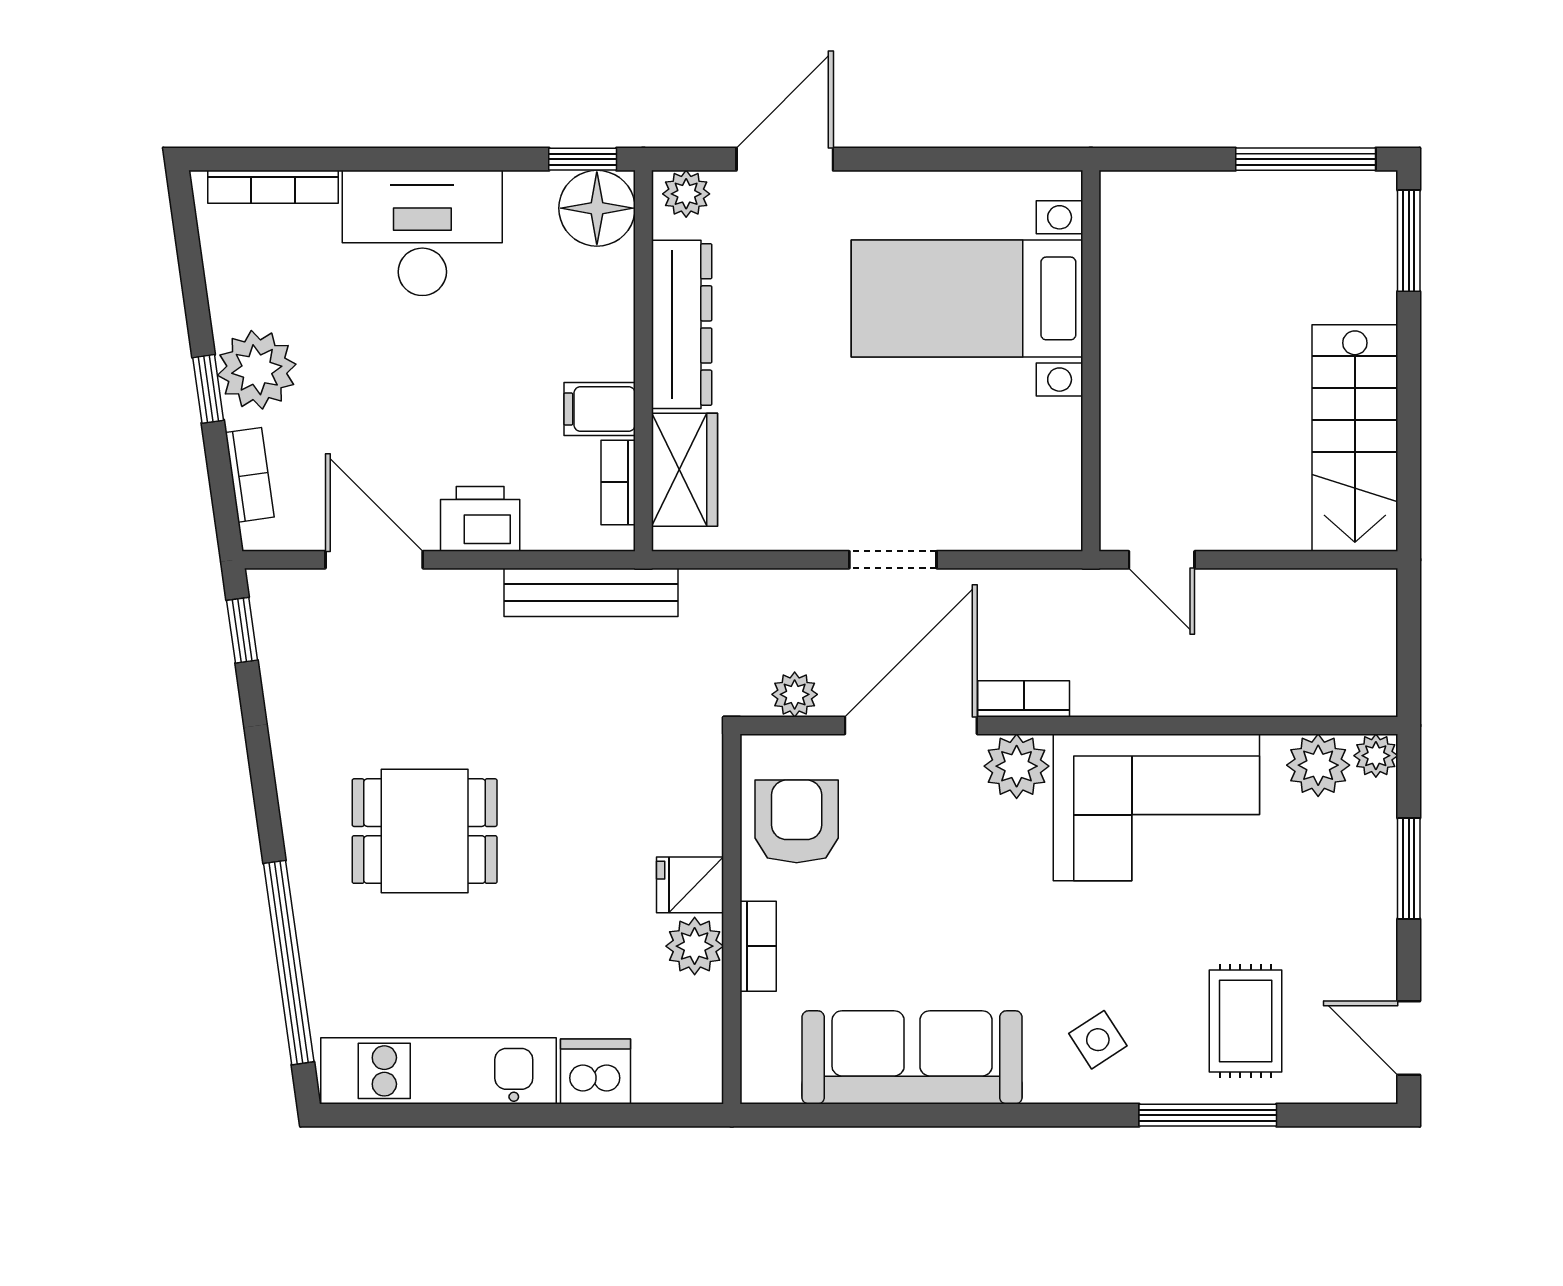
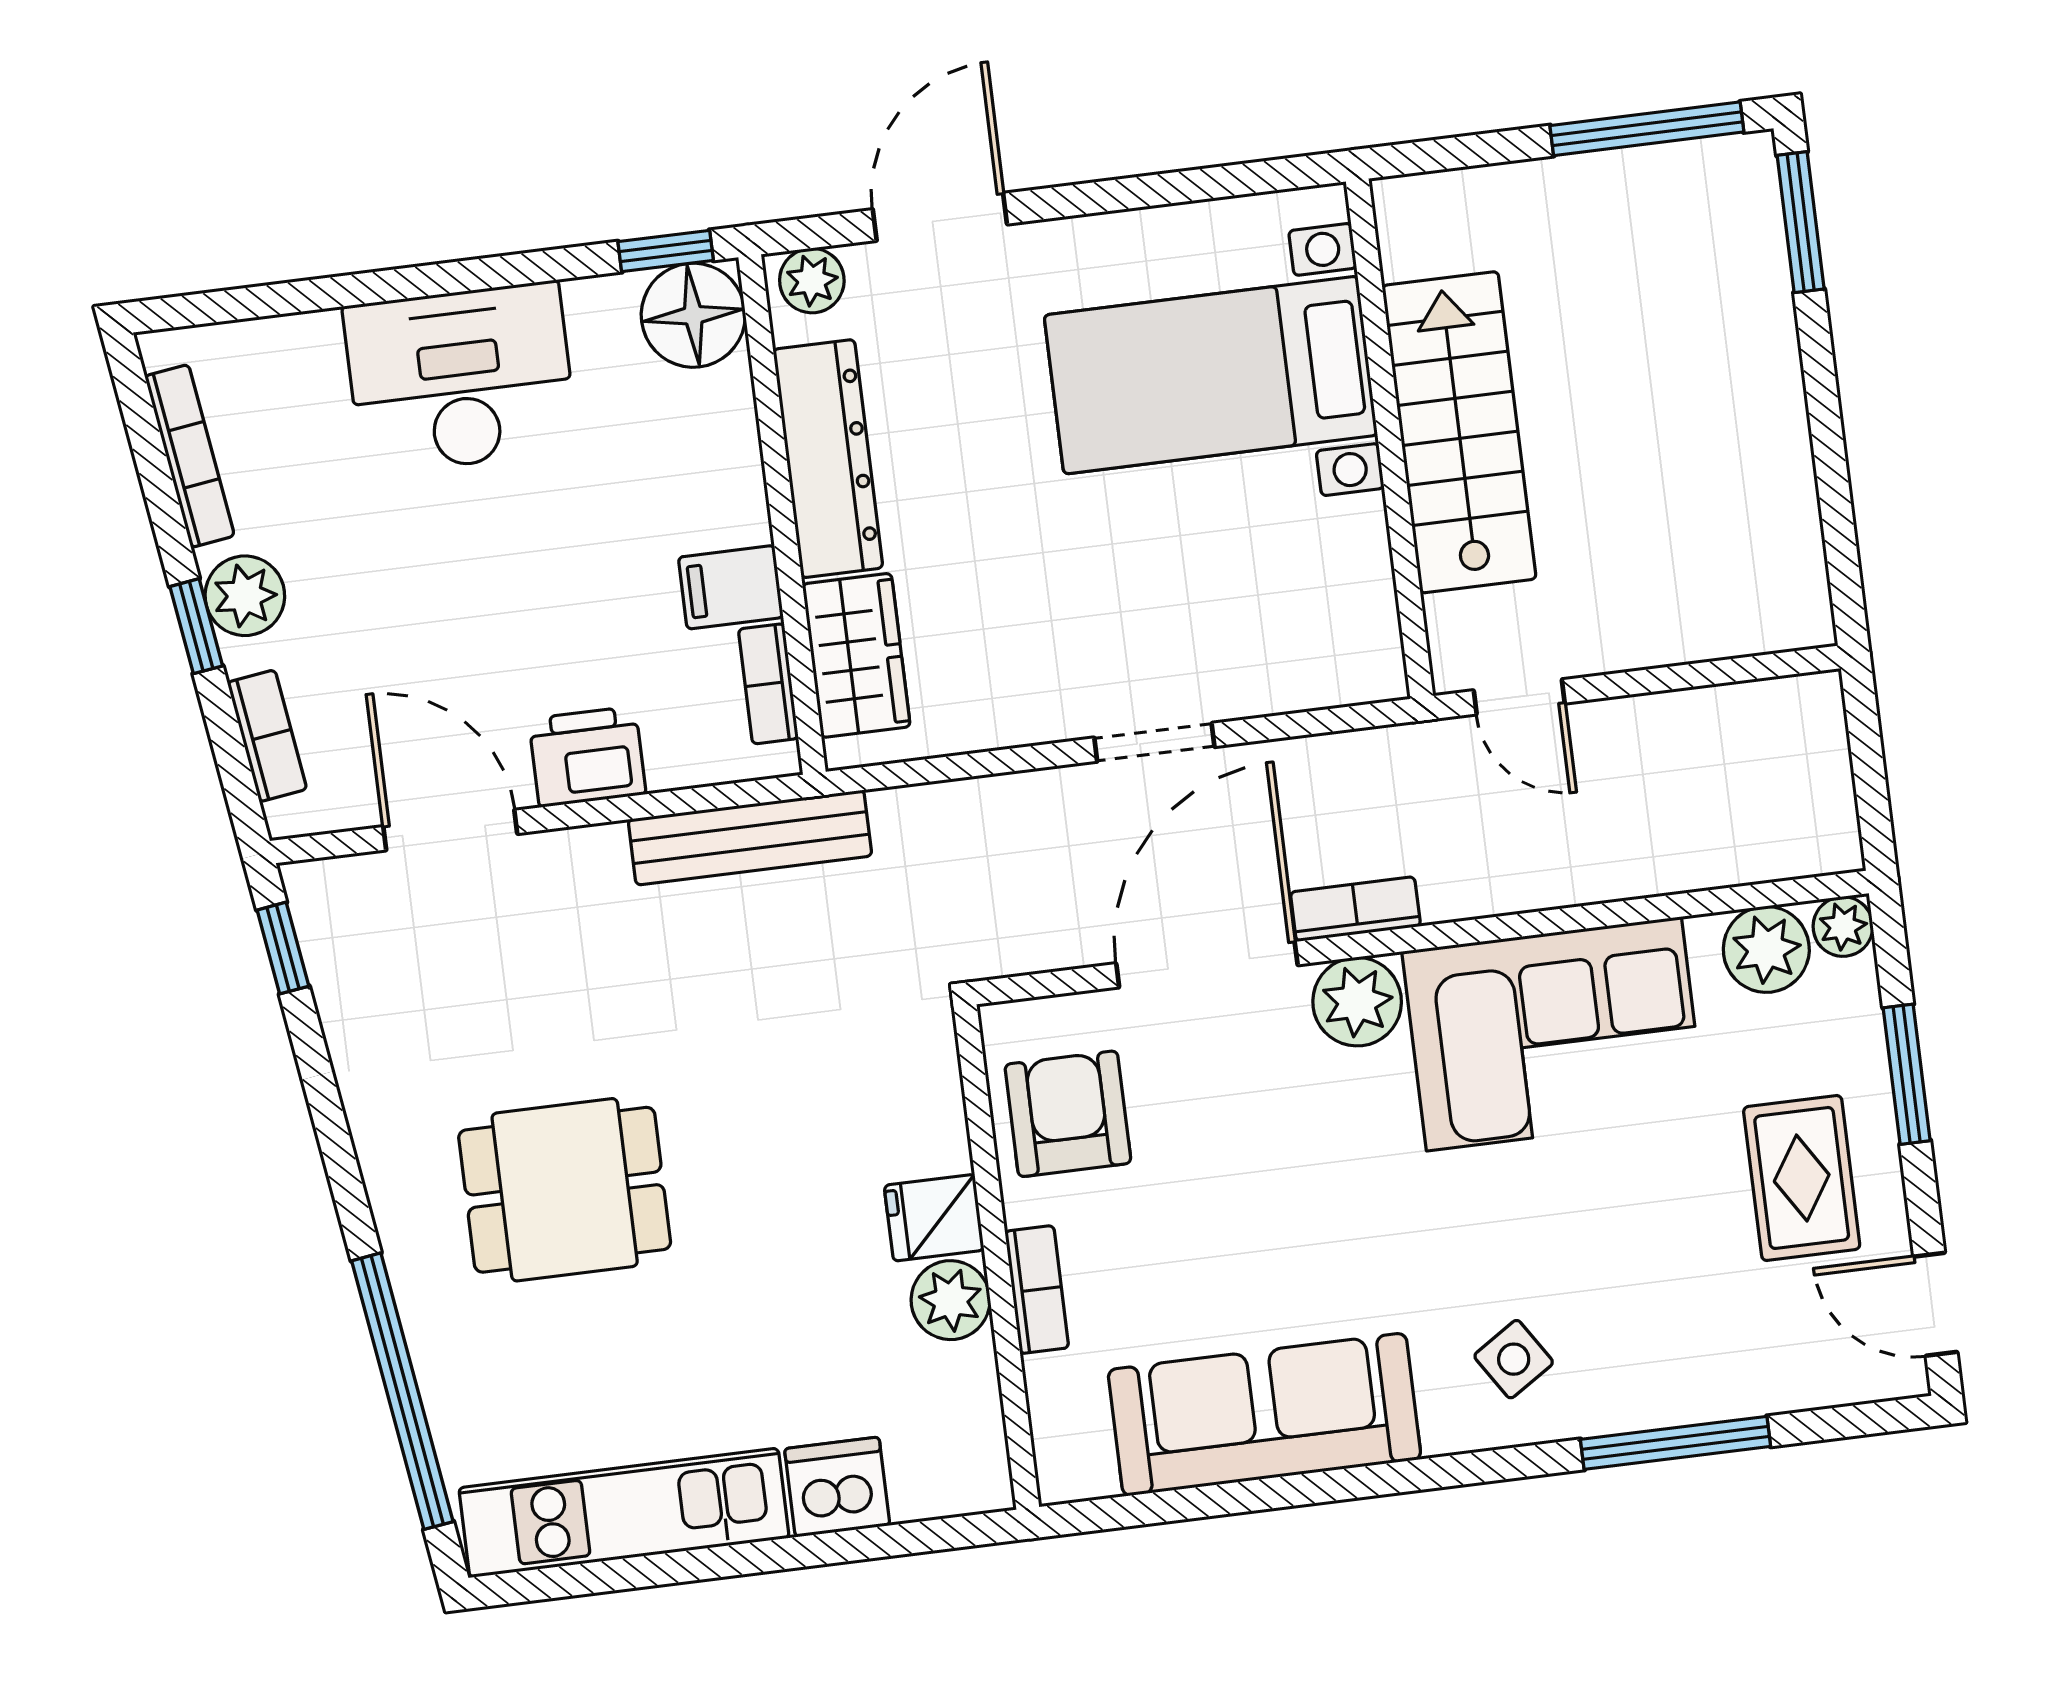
bookcase: (273, 187) -> (190, 456), moved, turned -98
plant: (257, 370) -> (245, 596), width x0.73, depth x0.73
stairs: (1355, 438) -> (1459, 432), moved, turned 180
plant: (795, 694) -> (1044, 942), removed
rug: (1246, 1021) -> (1802, 1178), moved

